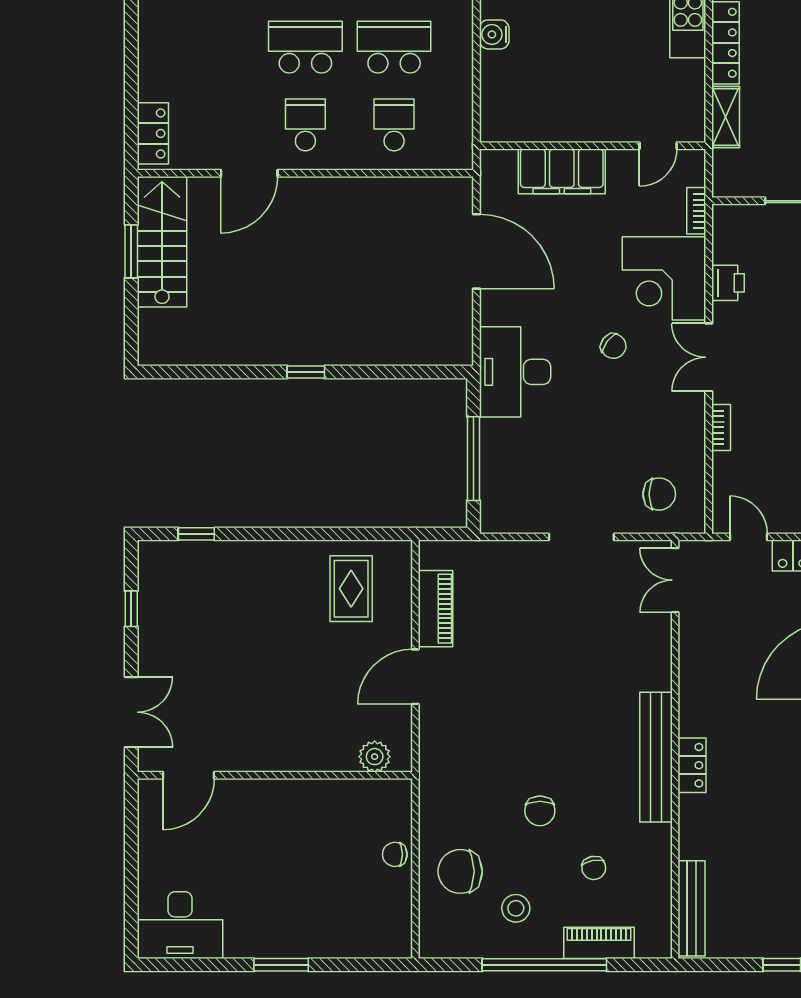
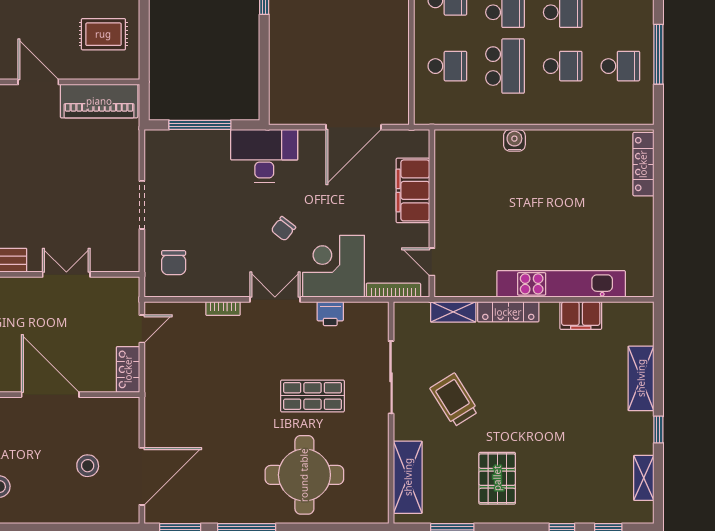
bookcase: (696, 211) -> (393, 290), width x1.56
double door: (675, 580) -> (66, 274), moved
piano: (436, 609) -> (99, 101), width x1.37, depth x1.33

